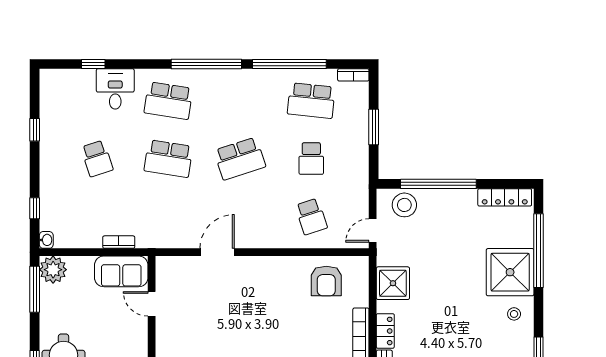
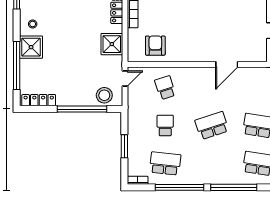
shower: (510, 272) -> (31, 47), width x0.73, depth x0.73

